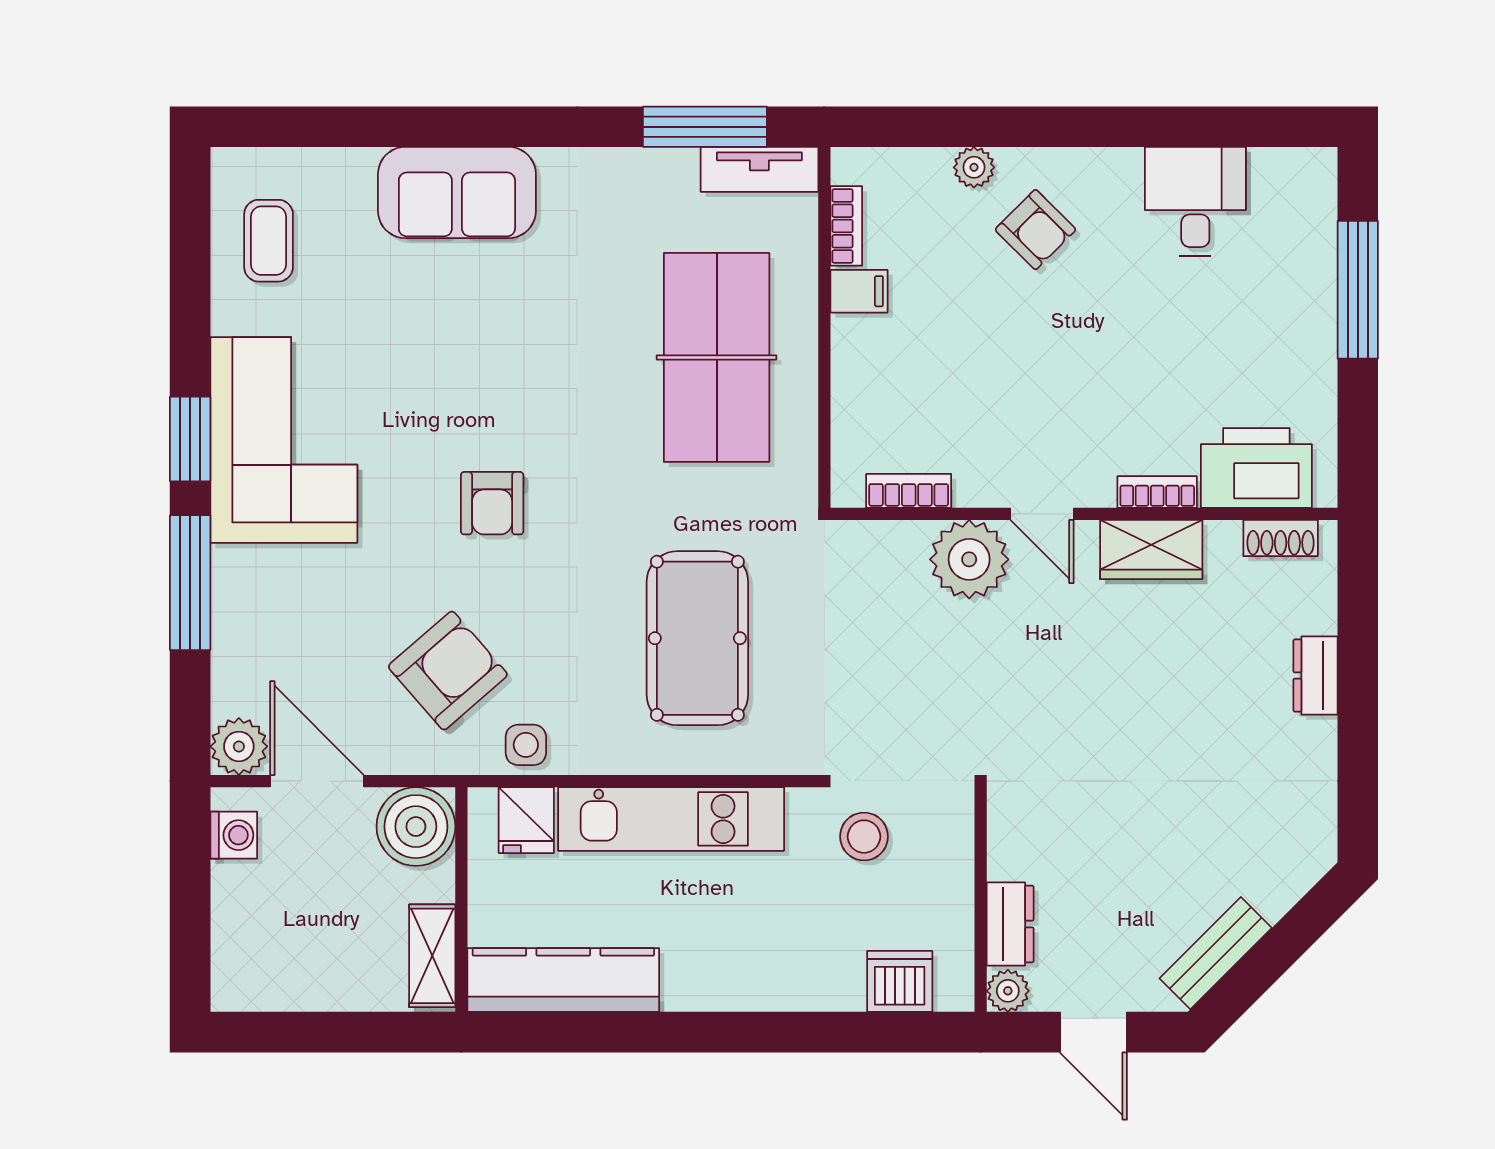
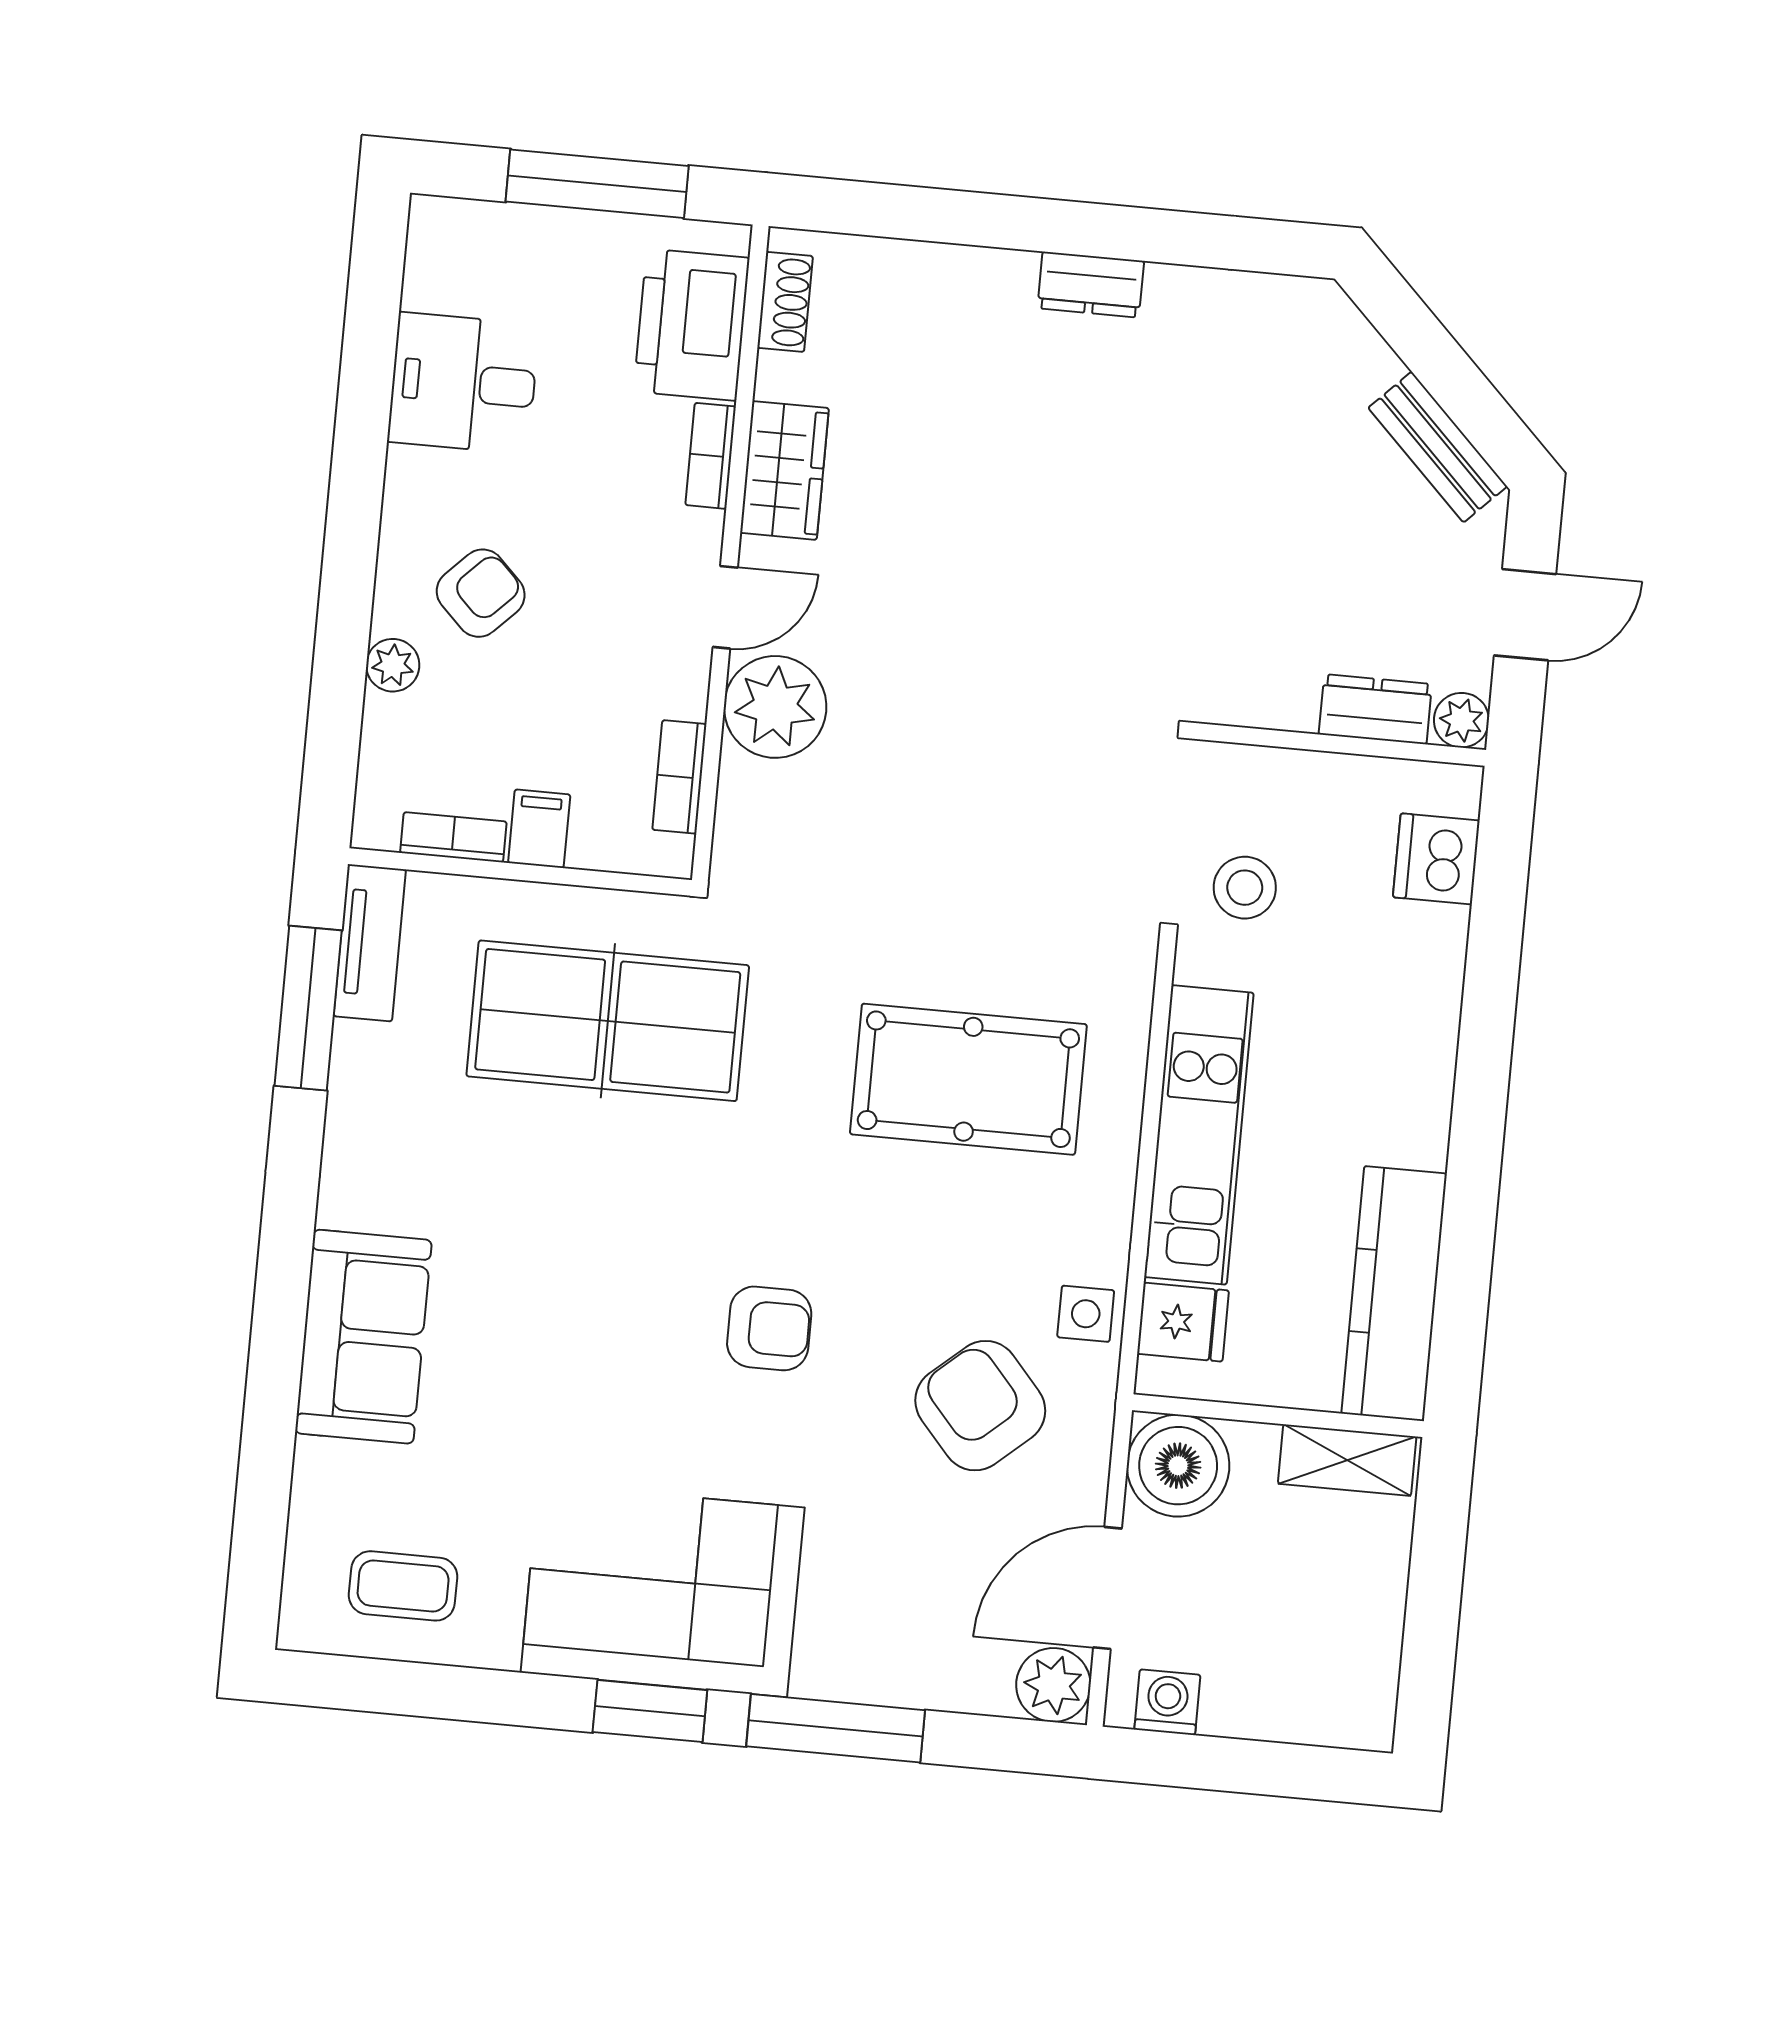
printer: (1256, 468) -> (692, 325), moved
bookcase: (909, 491) -> (679, 777), moved
bookcase: (1157, 492) -> (711, 456), moved
door: (1042, 514) -> (725, 607), moved
wall: (1084, 514) -> (730, 553), moved
shoe rack: (1281, 538) -> (785, 302), moved
wardrobe: (1151, 550) -> (784, 470), moved
plant: (969, 559) -> (775, 707), moved

